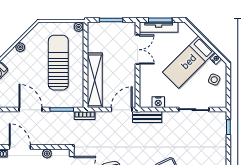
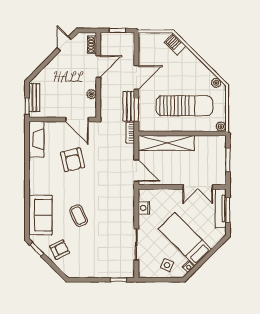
plant: (20, 47) -> (216, 83), moved
bench: (147, 117) -> (129, 106), moved

